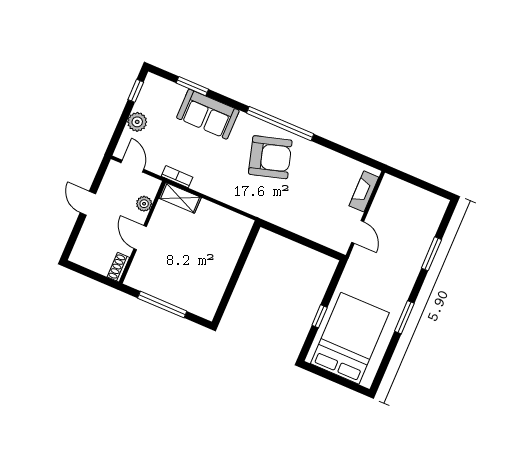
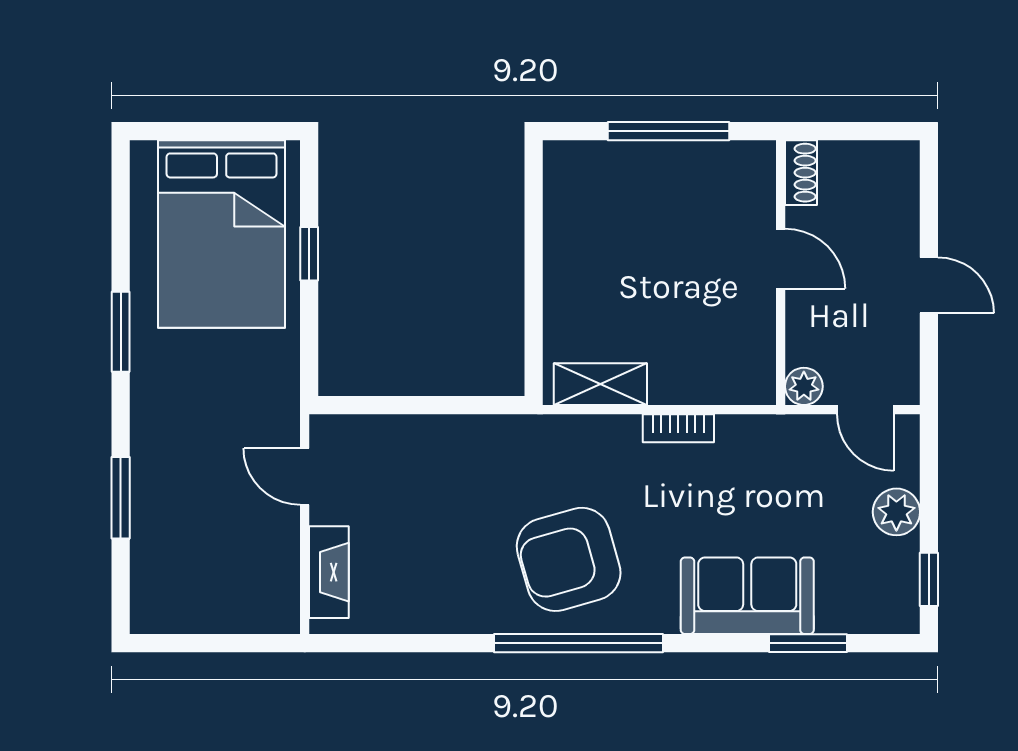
bookcase: (177, 177) -> (678, 428), moved
shelving: (180, 198) -> (600, 384), moved
plant: (144, 204) -> (804, 386), moved

